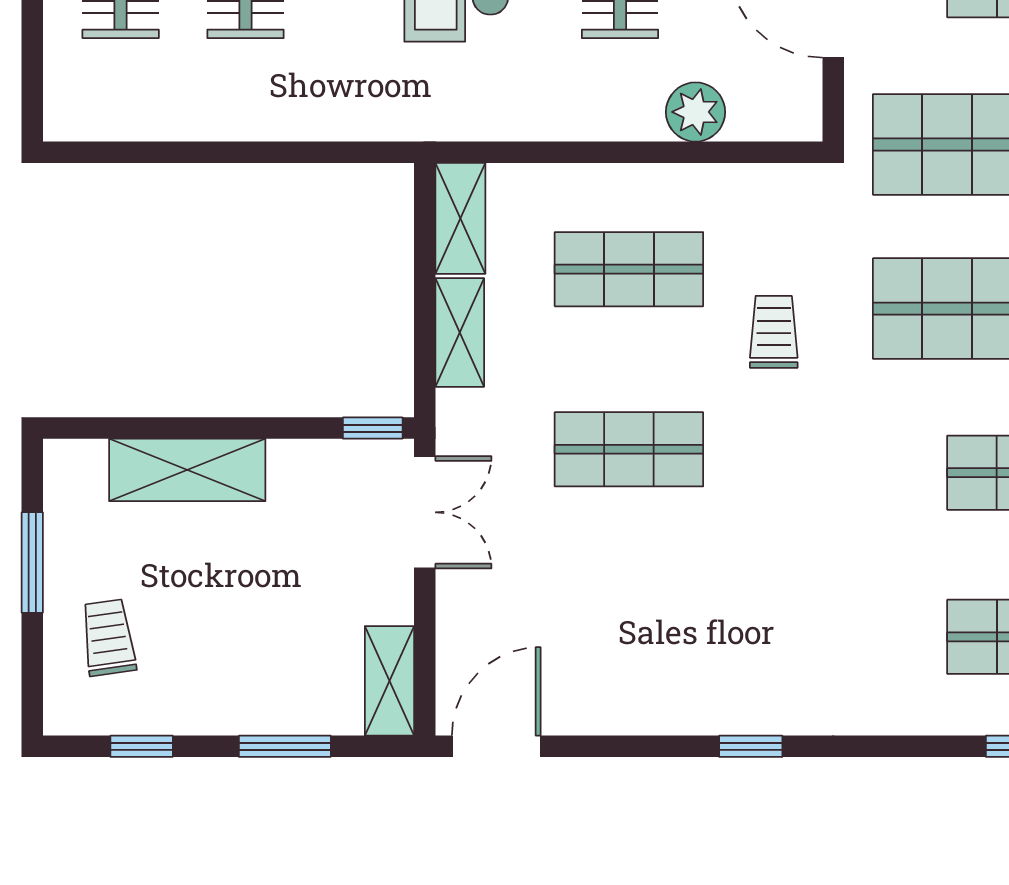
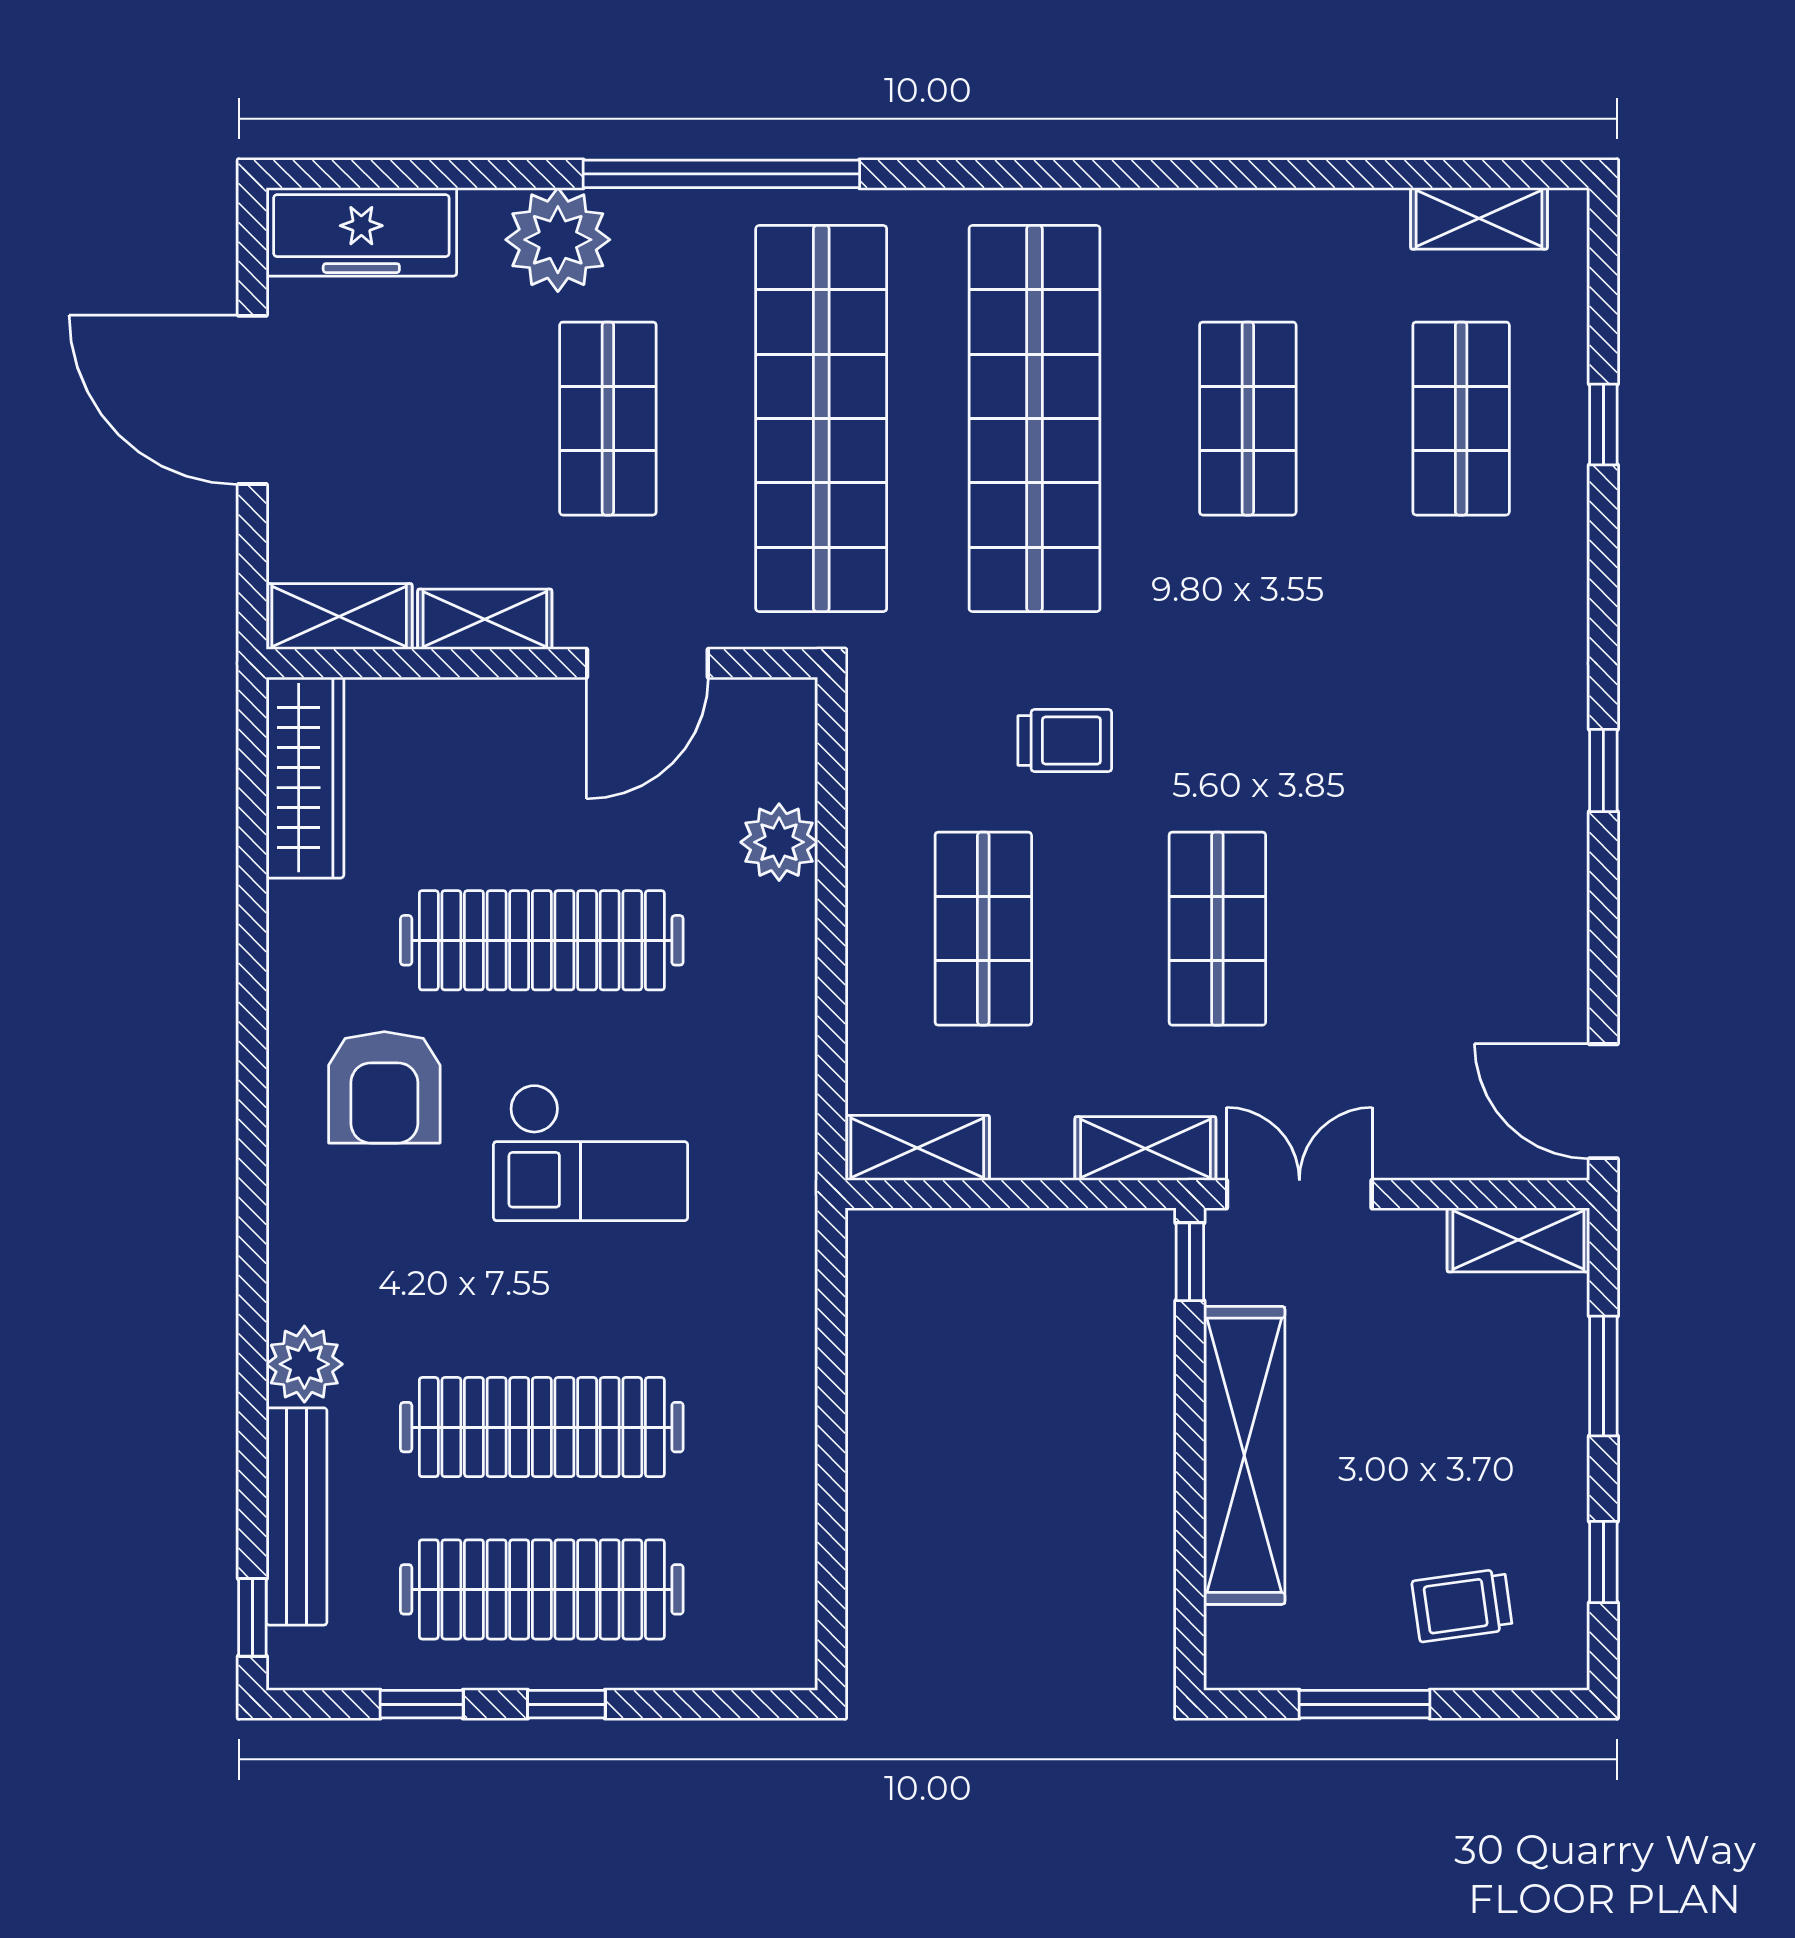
shelving: (460, 332) -> (1145, 1149), moved
trolley: (774, 332) -> (1065, 740), turned 180
shelving: (187, 470) -> (1244, 1455), width x1.47

